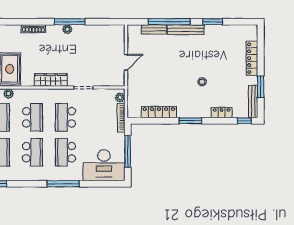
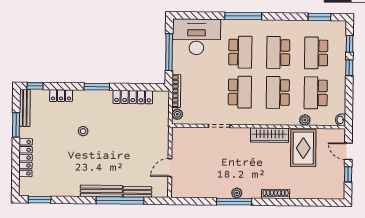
window: (213, 22) -> (40, 200), moved
door: (126, 62) -> (170, 168), moved
wardrobe: (51, 80) -> (269, 135), moved

